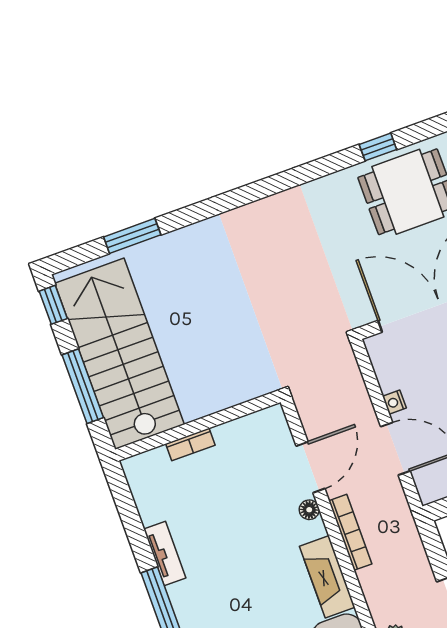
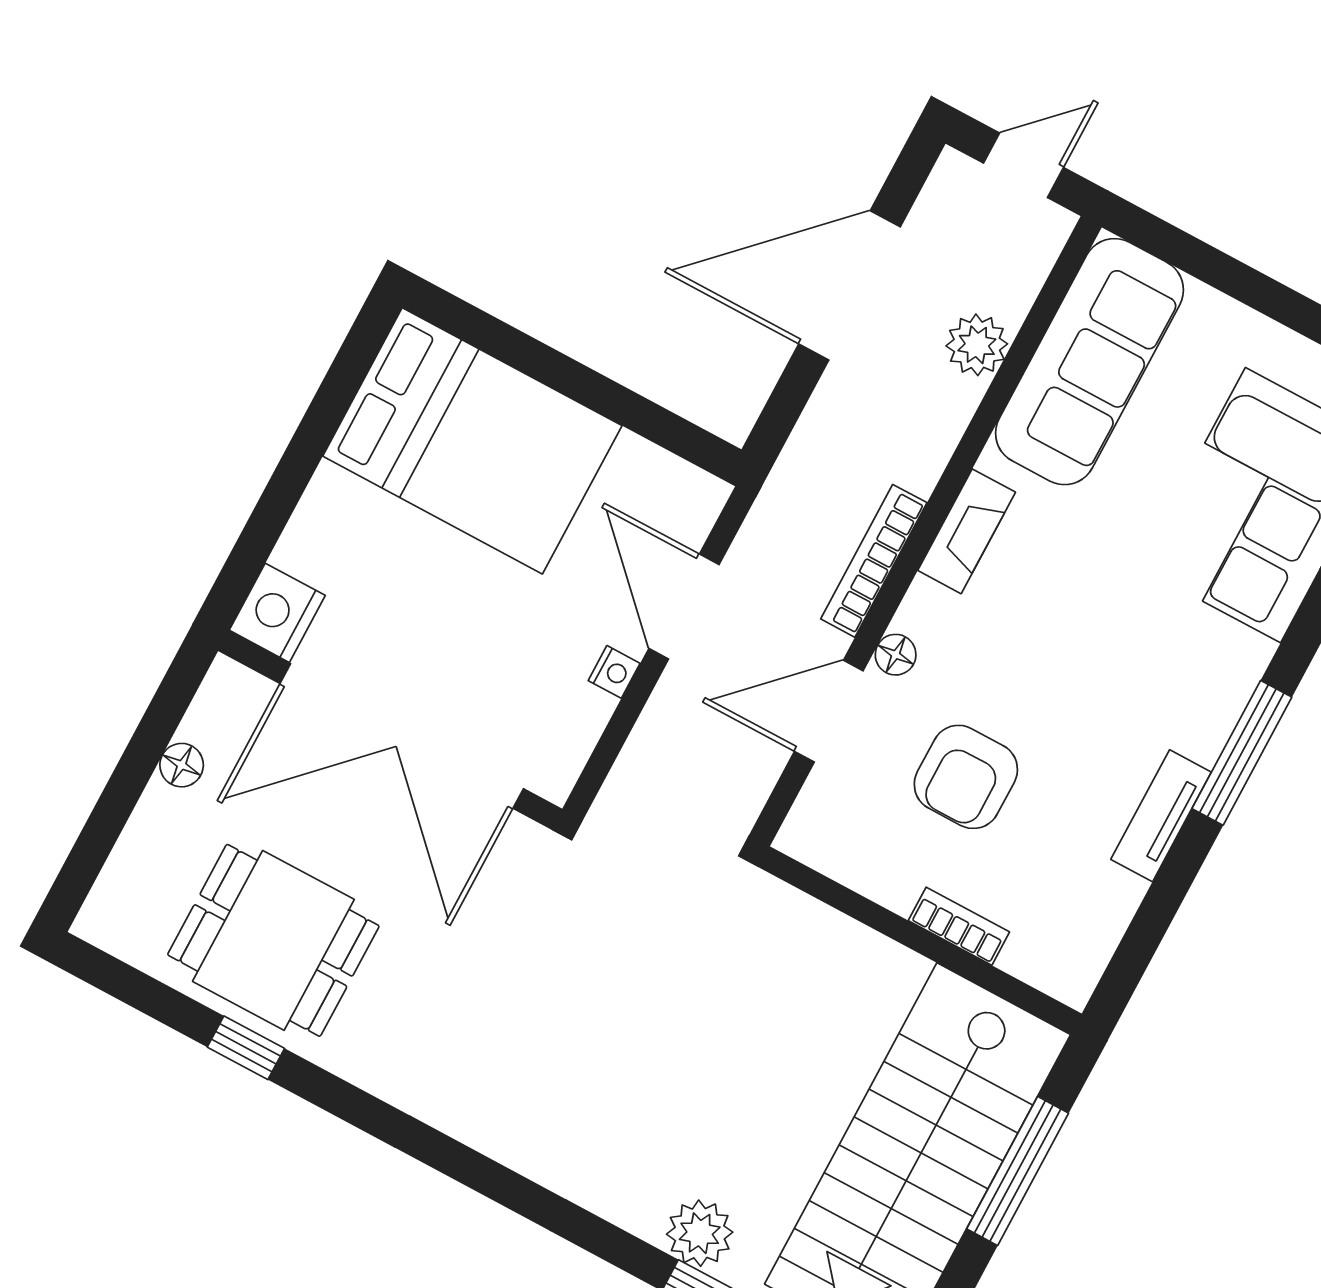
plant: (163, 251) -> (700, 1233), added
armchair: (242, 495) -> (966, 777), added
fireplace: (327, 577) -> (967, 531), width x0.73, depth x0.76

